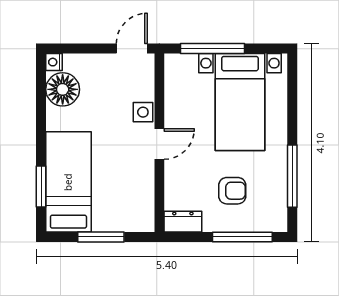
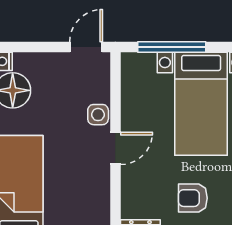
armchair: (232, 191) -> (193, 198), turned 180

